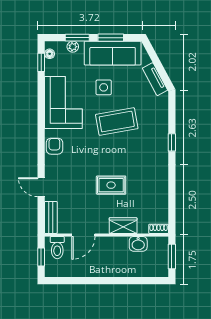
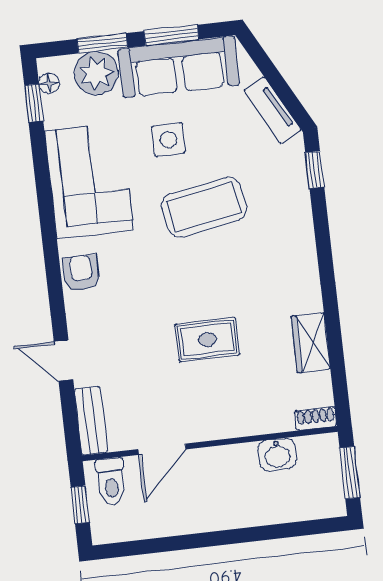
plant: (73, 47) -> (96, 73), width x1.88, depth x1.88
window: (172, 142) -> (315, 170), moved
wardrobe: (123, 226) -> (311, 343), moved, turned -90

